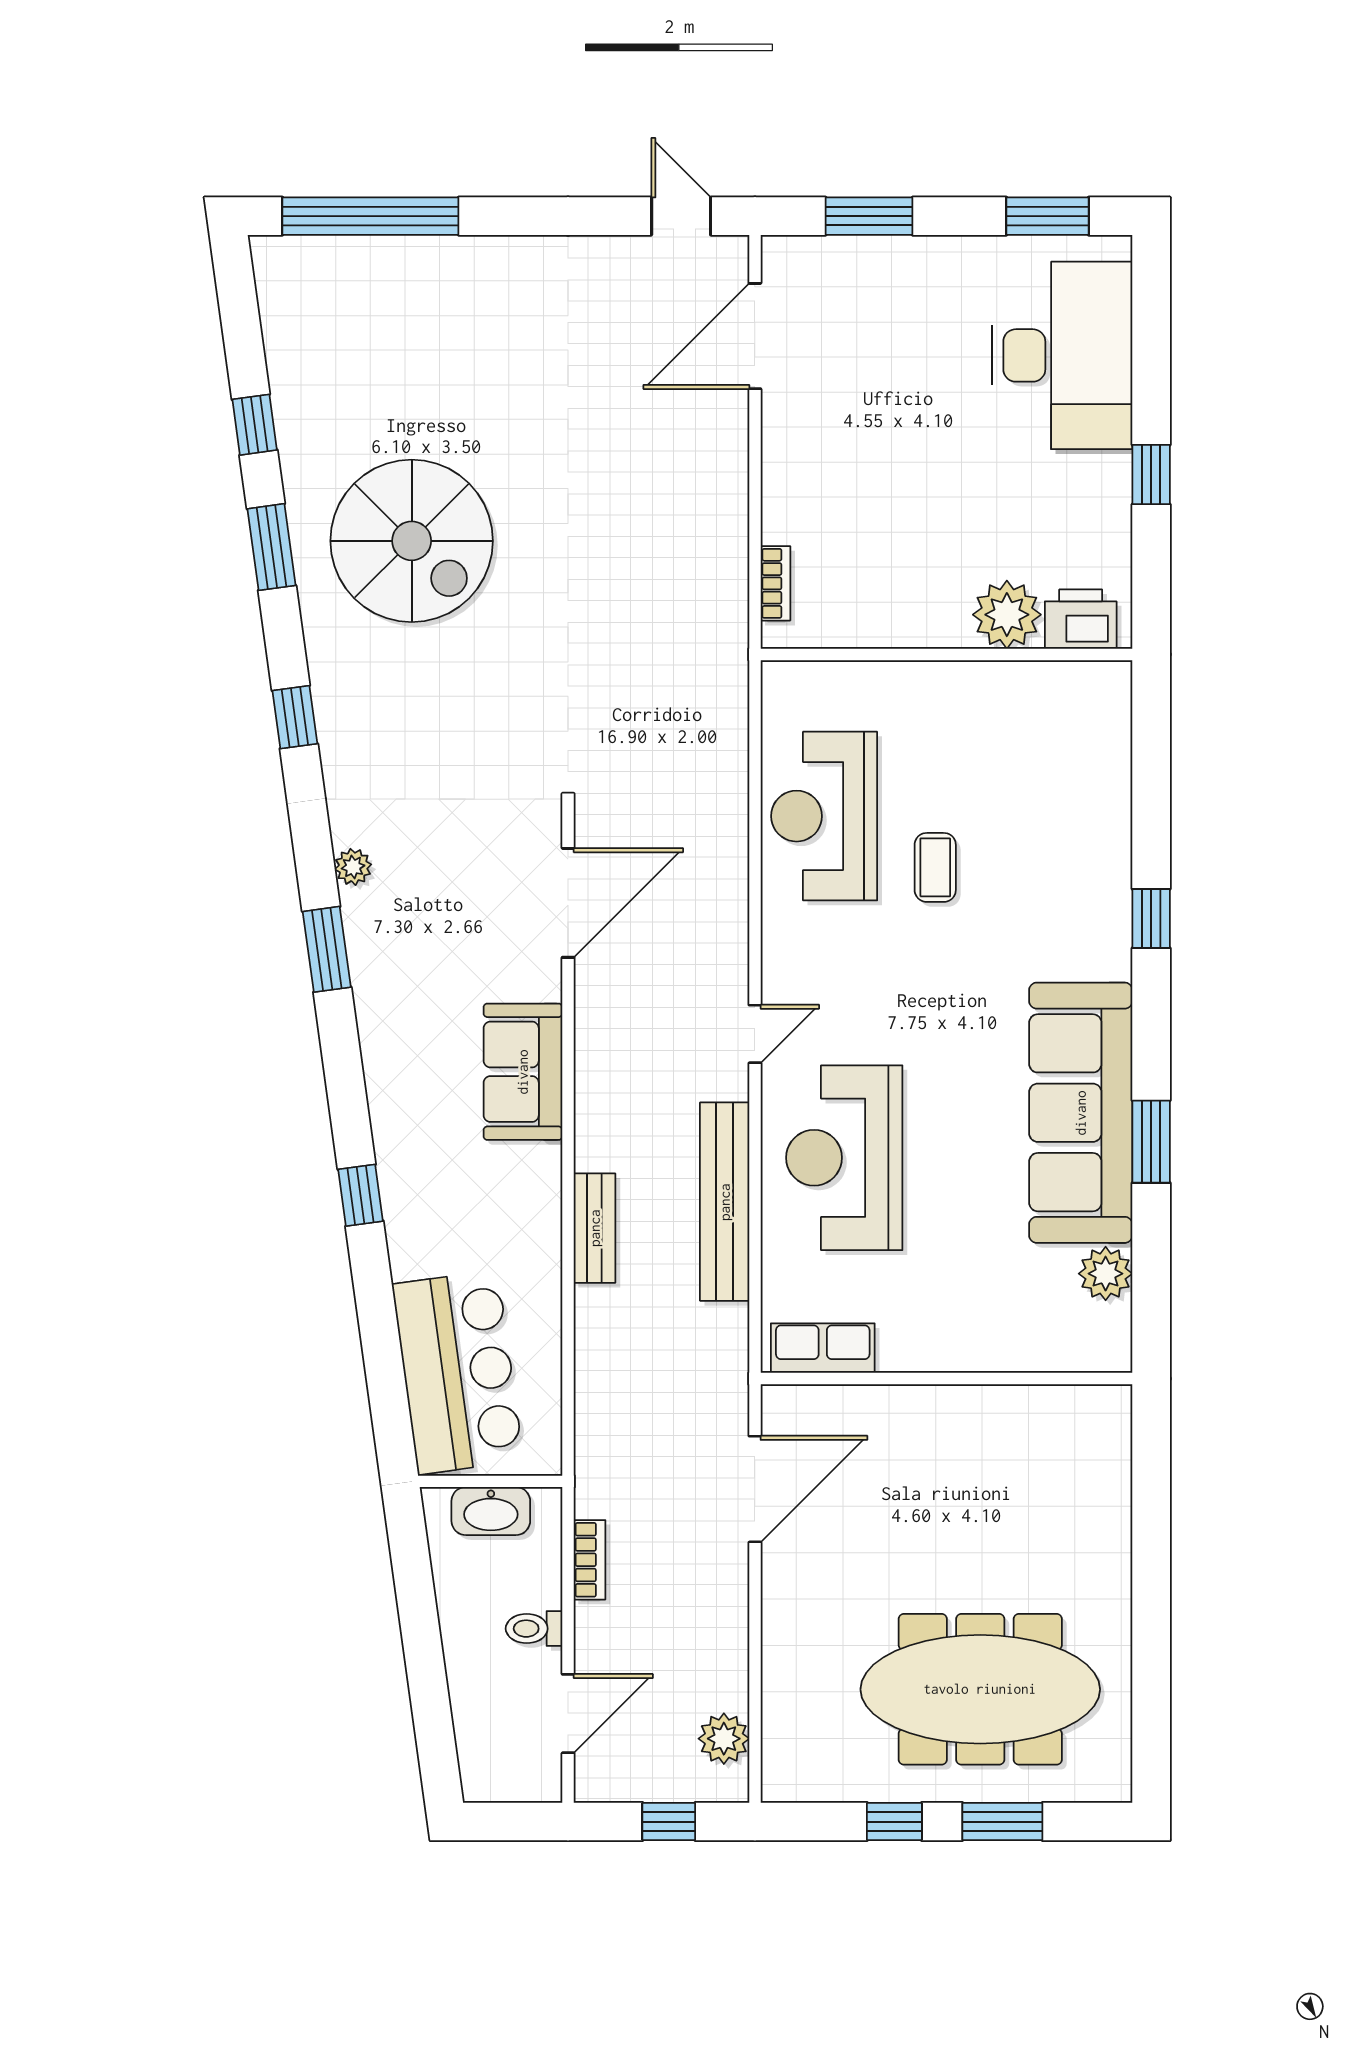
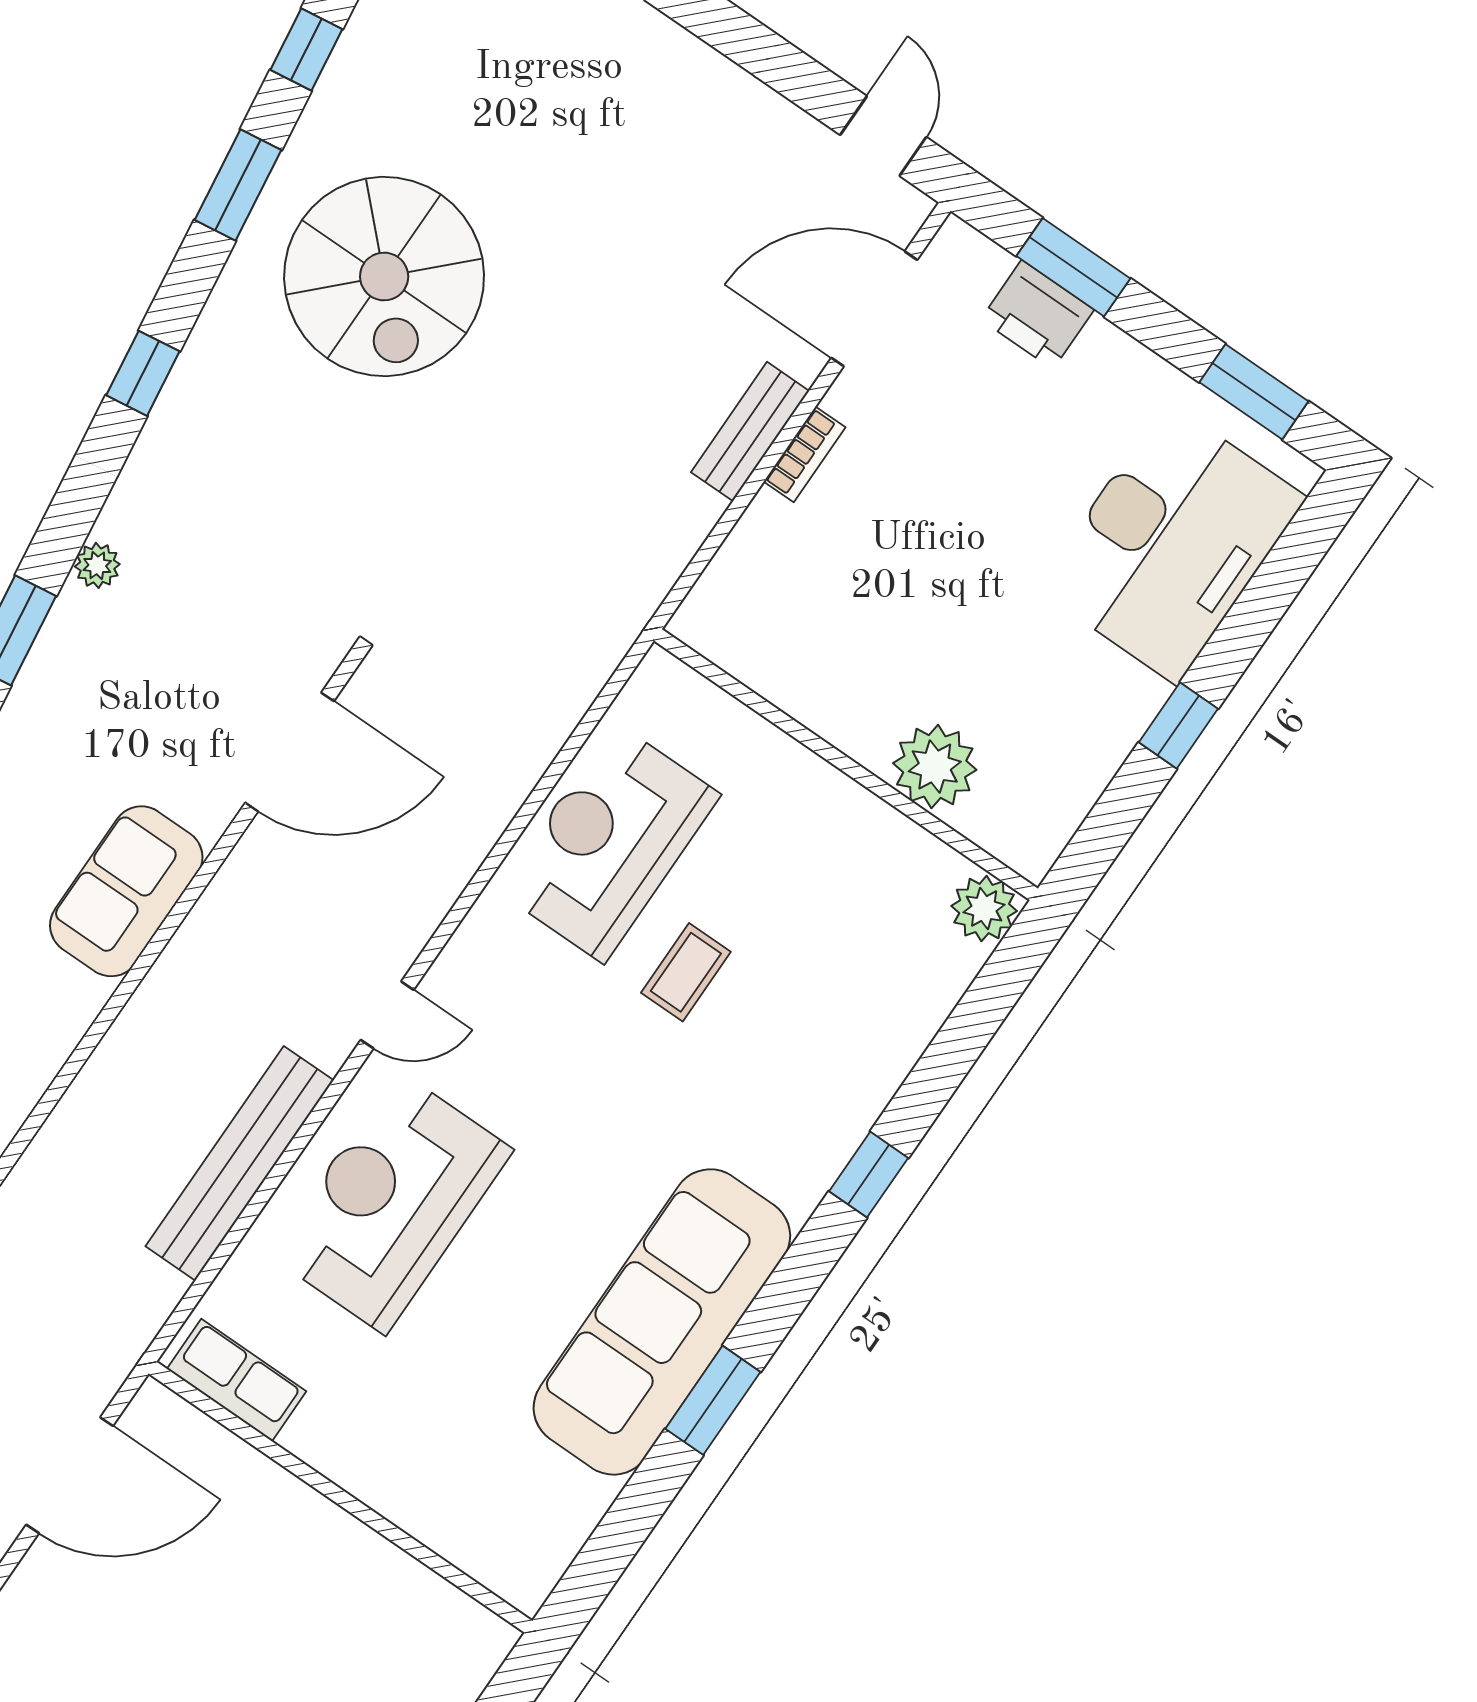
bookcase: (775, 583) -> (805, 454), moved
printer: (1081, 619) -> (1037, 315), moved, turned 180
bench: (595, 1228) -> (750, 432), moved
plant: (1106, 1274) -> (984, 908), moved

